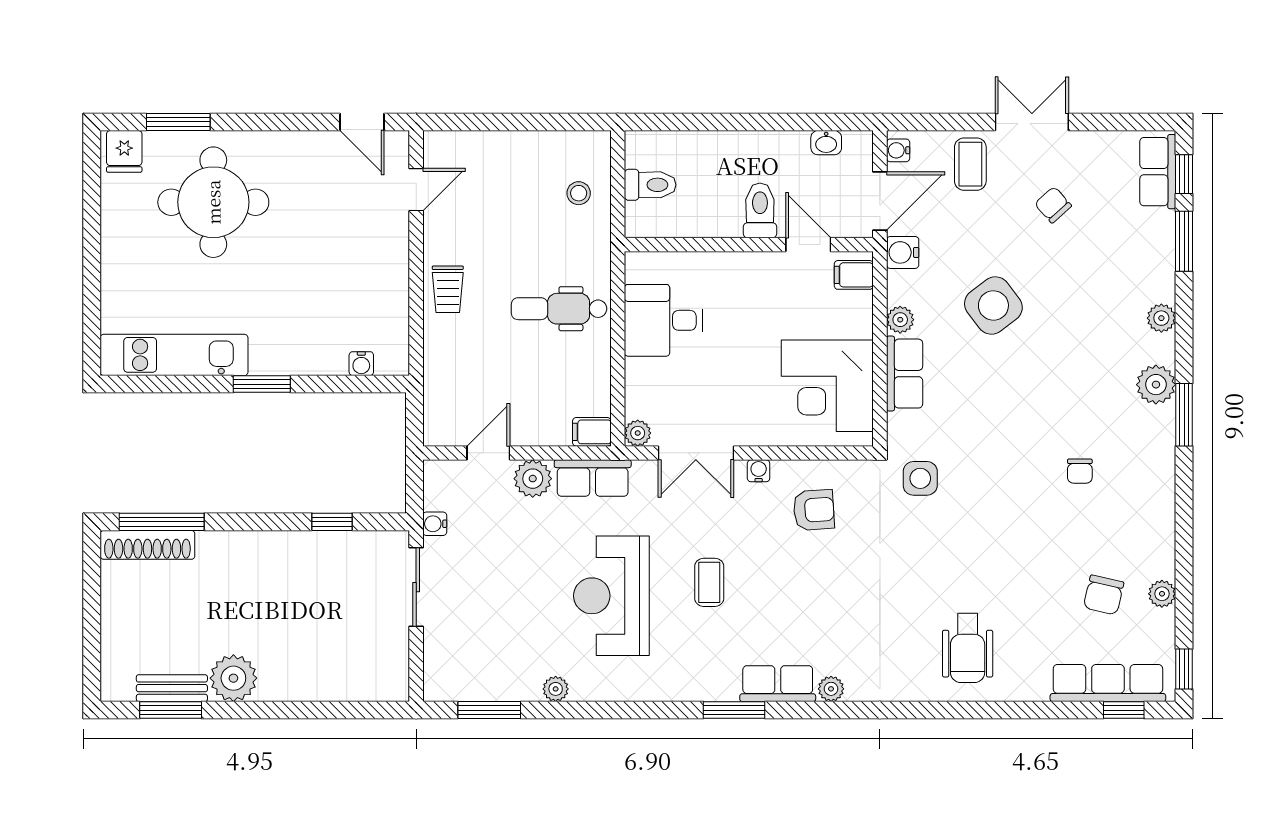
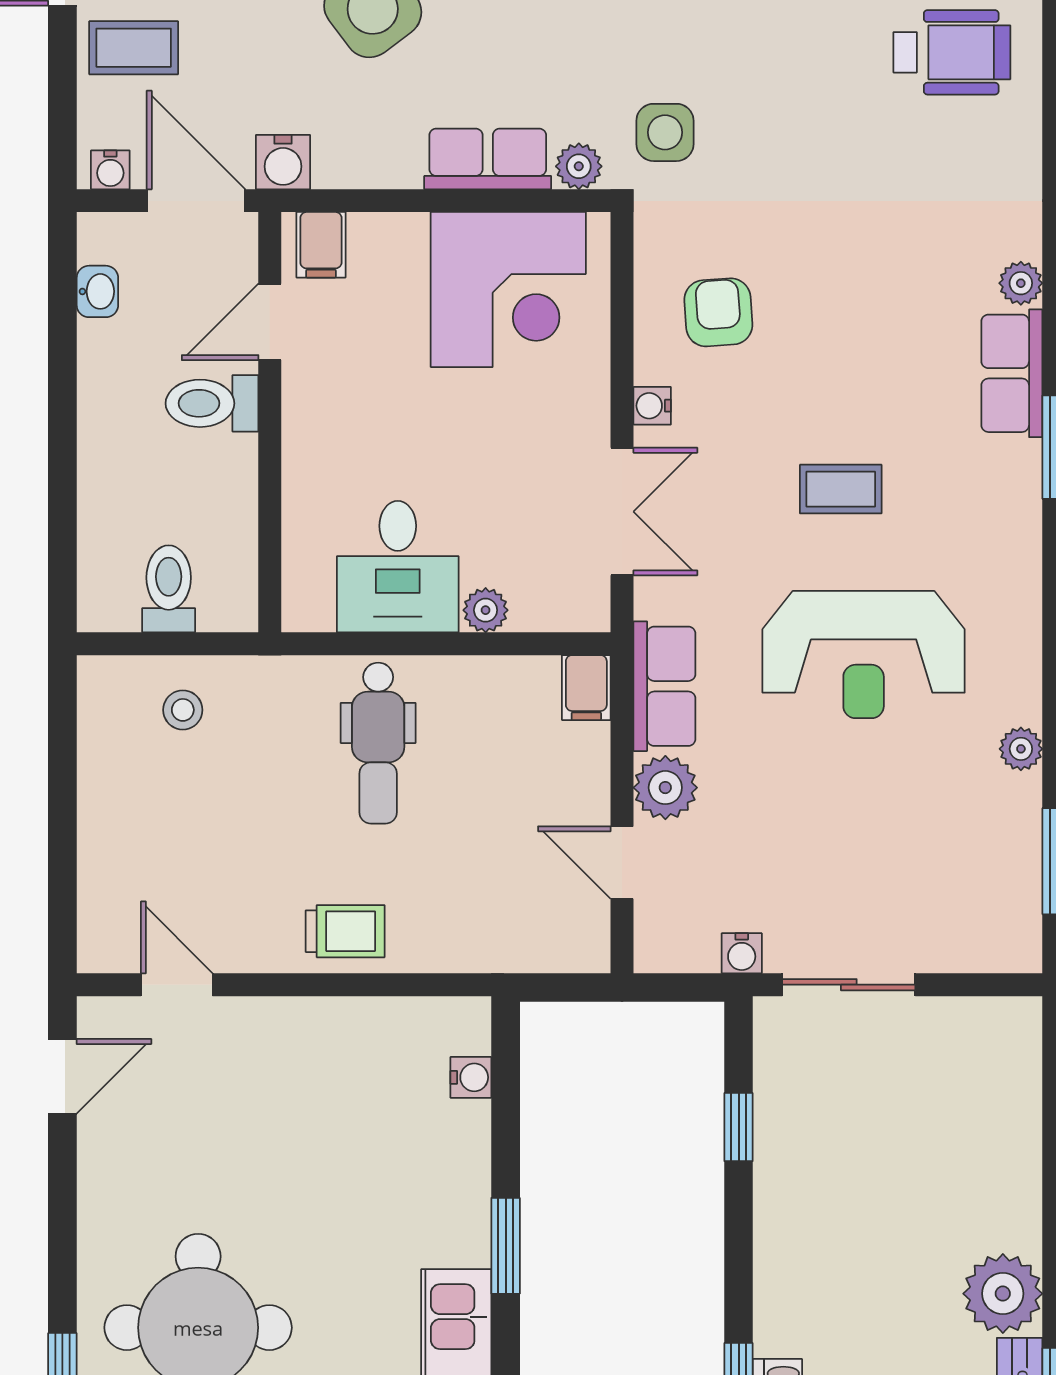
plant: (900, 320) -> (579, 166), moved
plant: (638, 433) -> (486, 610), moved

